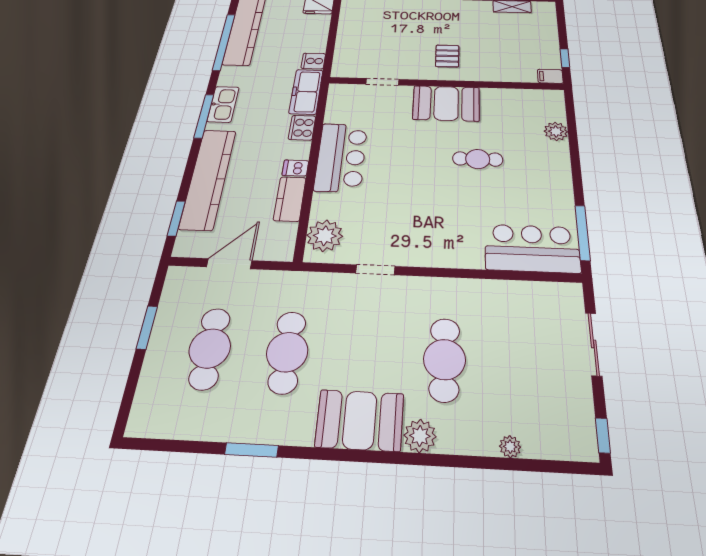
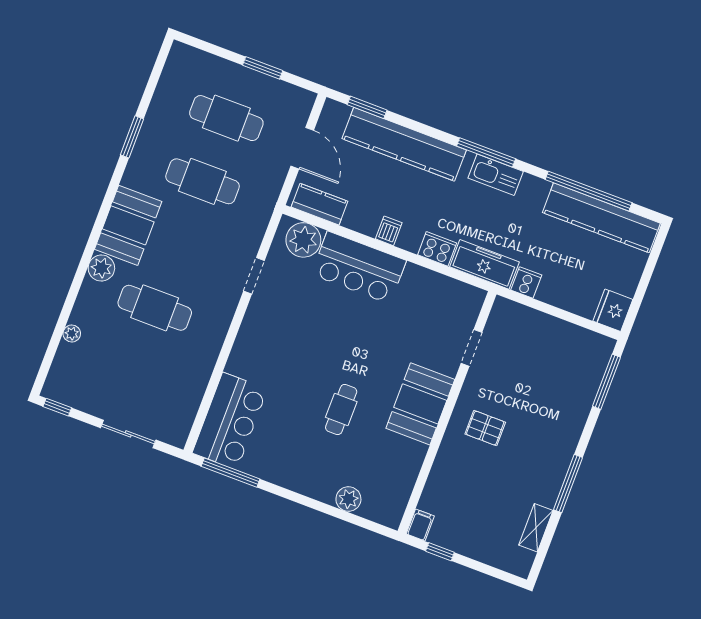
bar counter: (341, 157) -> (359, 267), moved
kitchen counter: (290, 199) -> (319, 204), moved

